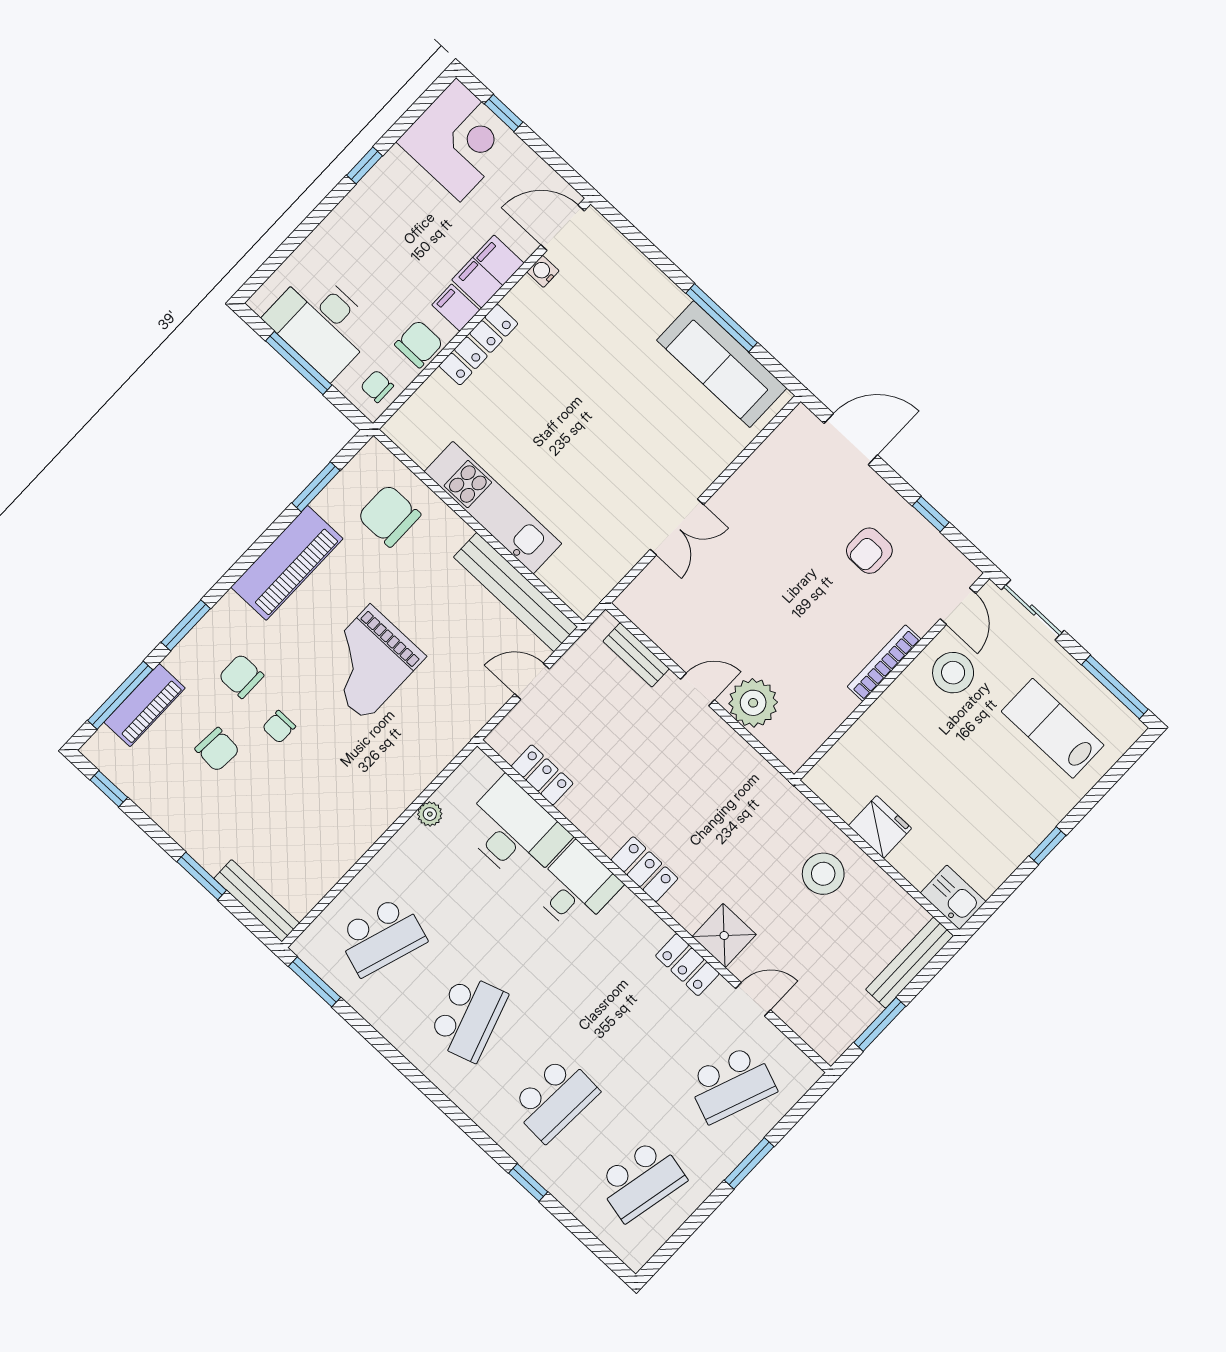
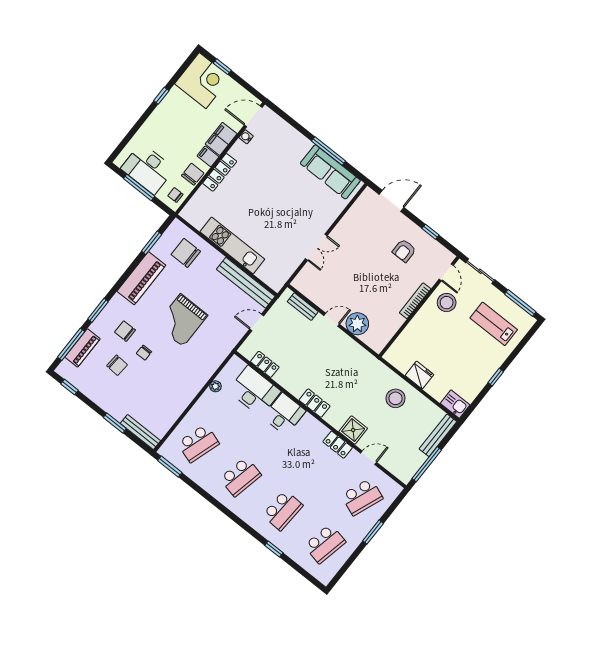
school desk: (468, 1017) -> (240, 477), turned 30
window: (880, 1024) -> (427, 464), width x1.44

